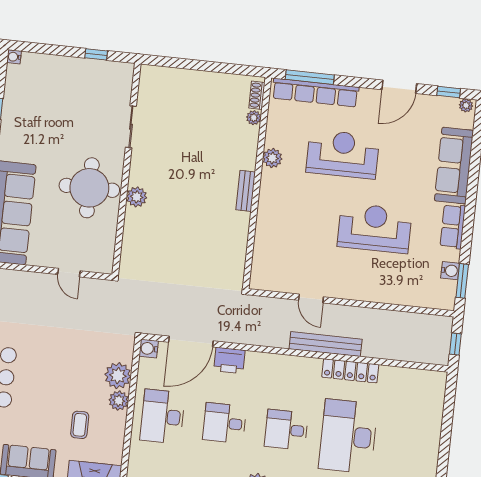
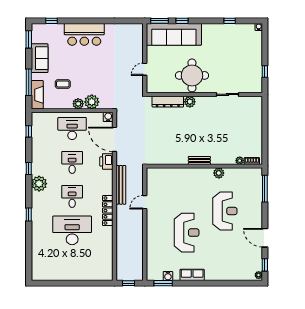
row of seats: (315, 93) -> (257, 193), removed
sofa: (454, 166) -> (225, 272), removed
dresser: (132, 237) -> (168, 102), added
bench: (326, 344) -> (121, 185), moved
locker: (350, 371) -> (108, 211), moved

